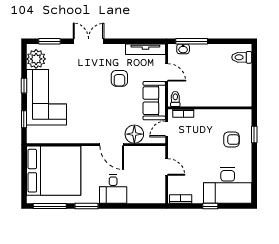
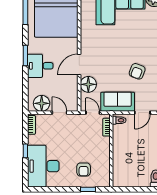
armchair: (119, 78) -> (137, 71), turned -69
door: (167, 167) -> (60, 113), swing flipped
floor lamp: (156, 187) -> (42, 103), added
window: (86, 206) -> (25, 56), moved

